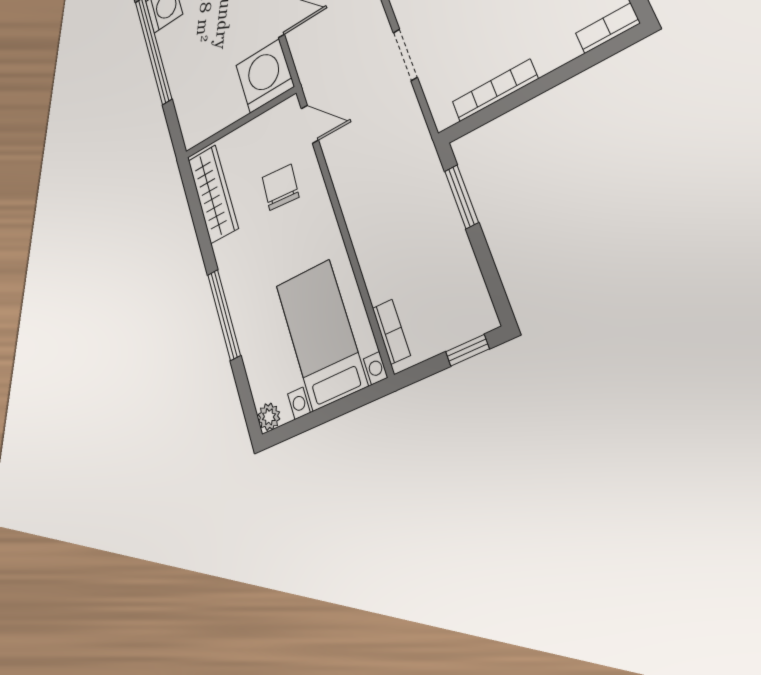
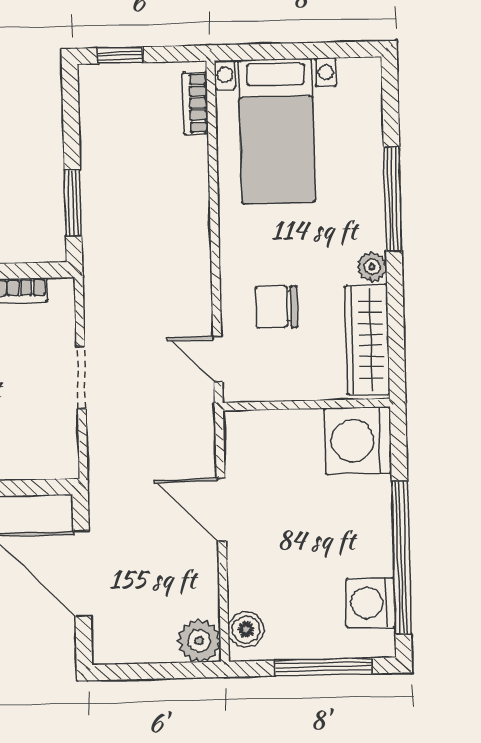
washing machine: (265, 76) -> (358, 440), moved, turned 90
chair: (281, 187) -> (276, 307), turned 86
plant: (269, 417) -> (372, 267), moved

